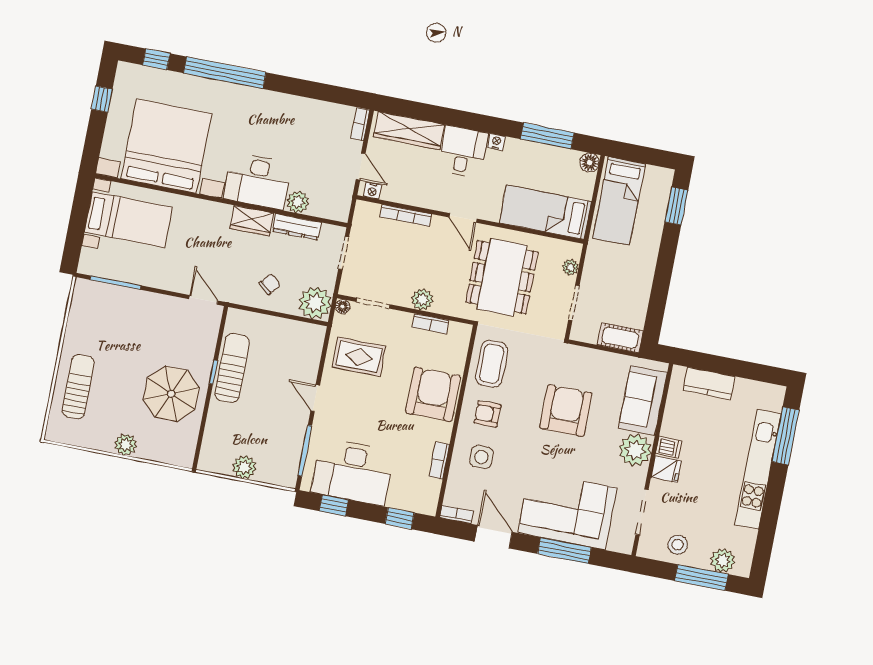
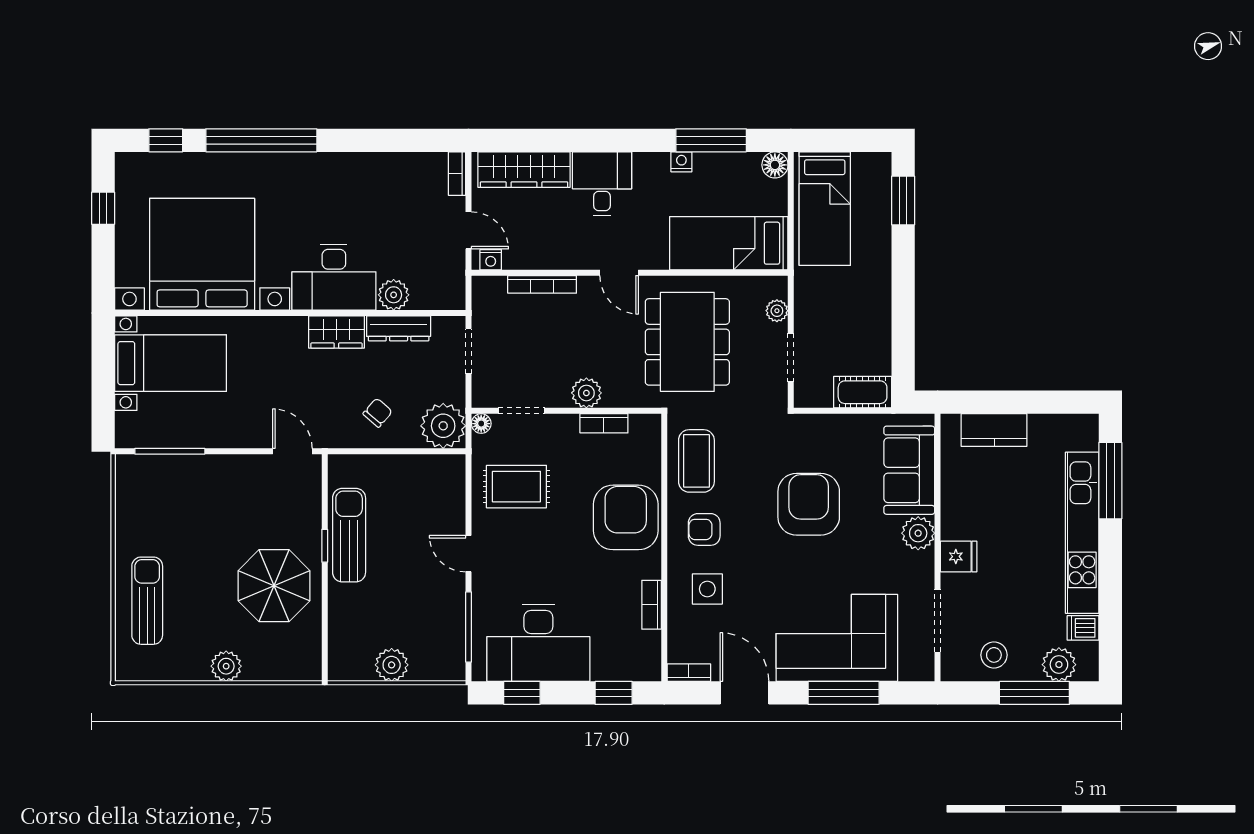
nightstand: (496, 142) -> (681, 162), moved
dishwasher: (669, 447) -> (1083, 628), moved, turned 180
plant: (635, 450) -> (918, 533), width x0.73, depth x0.73

